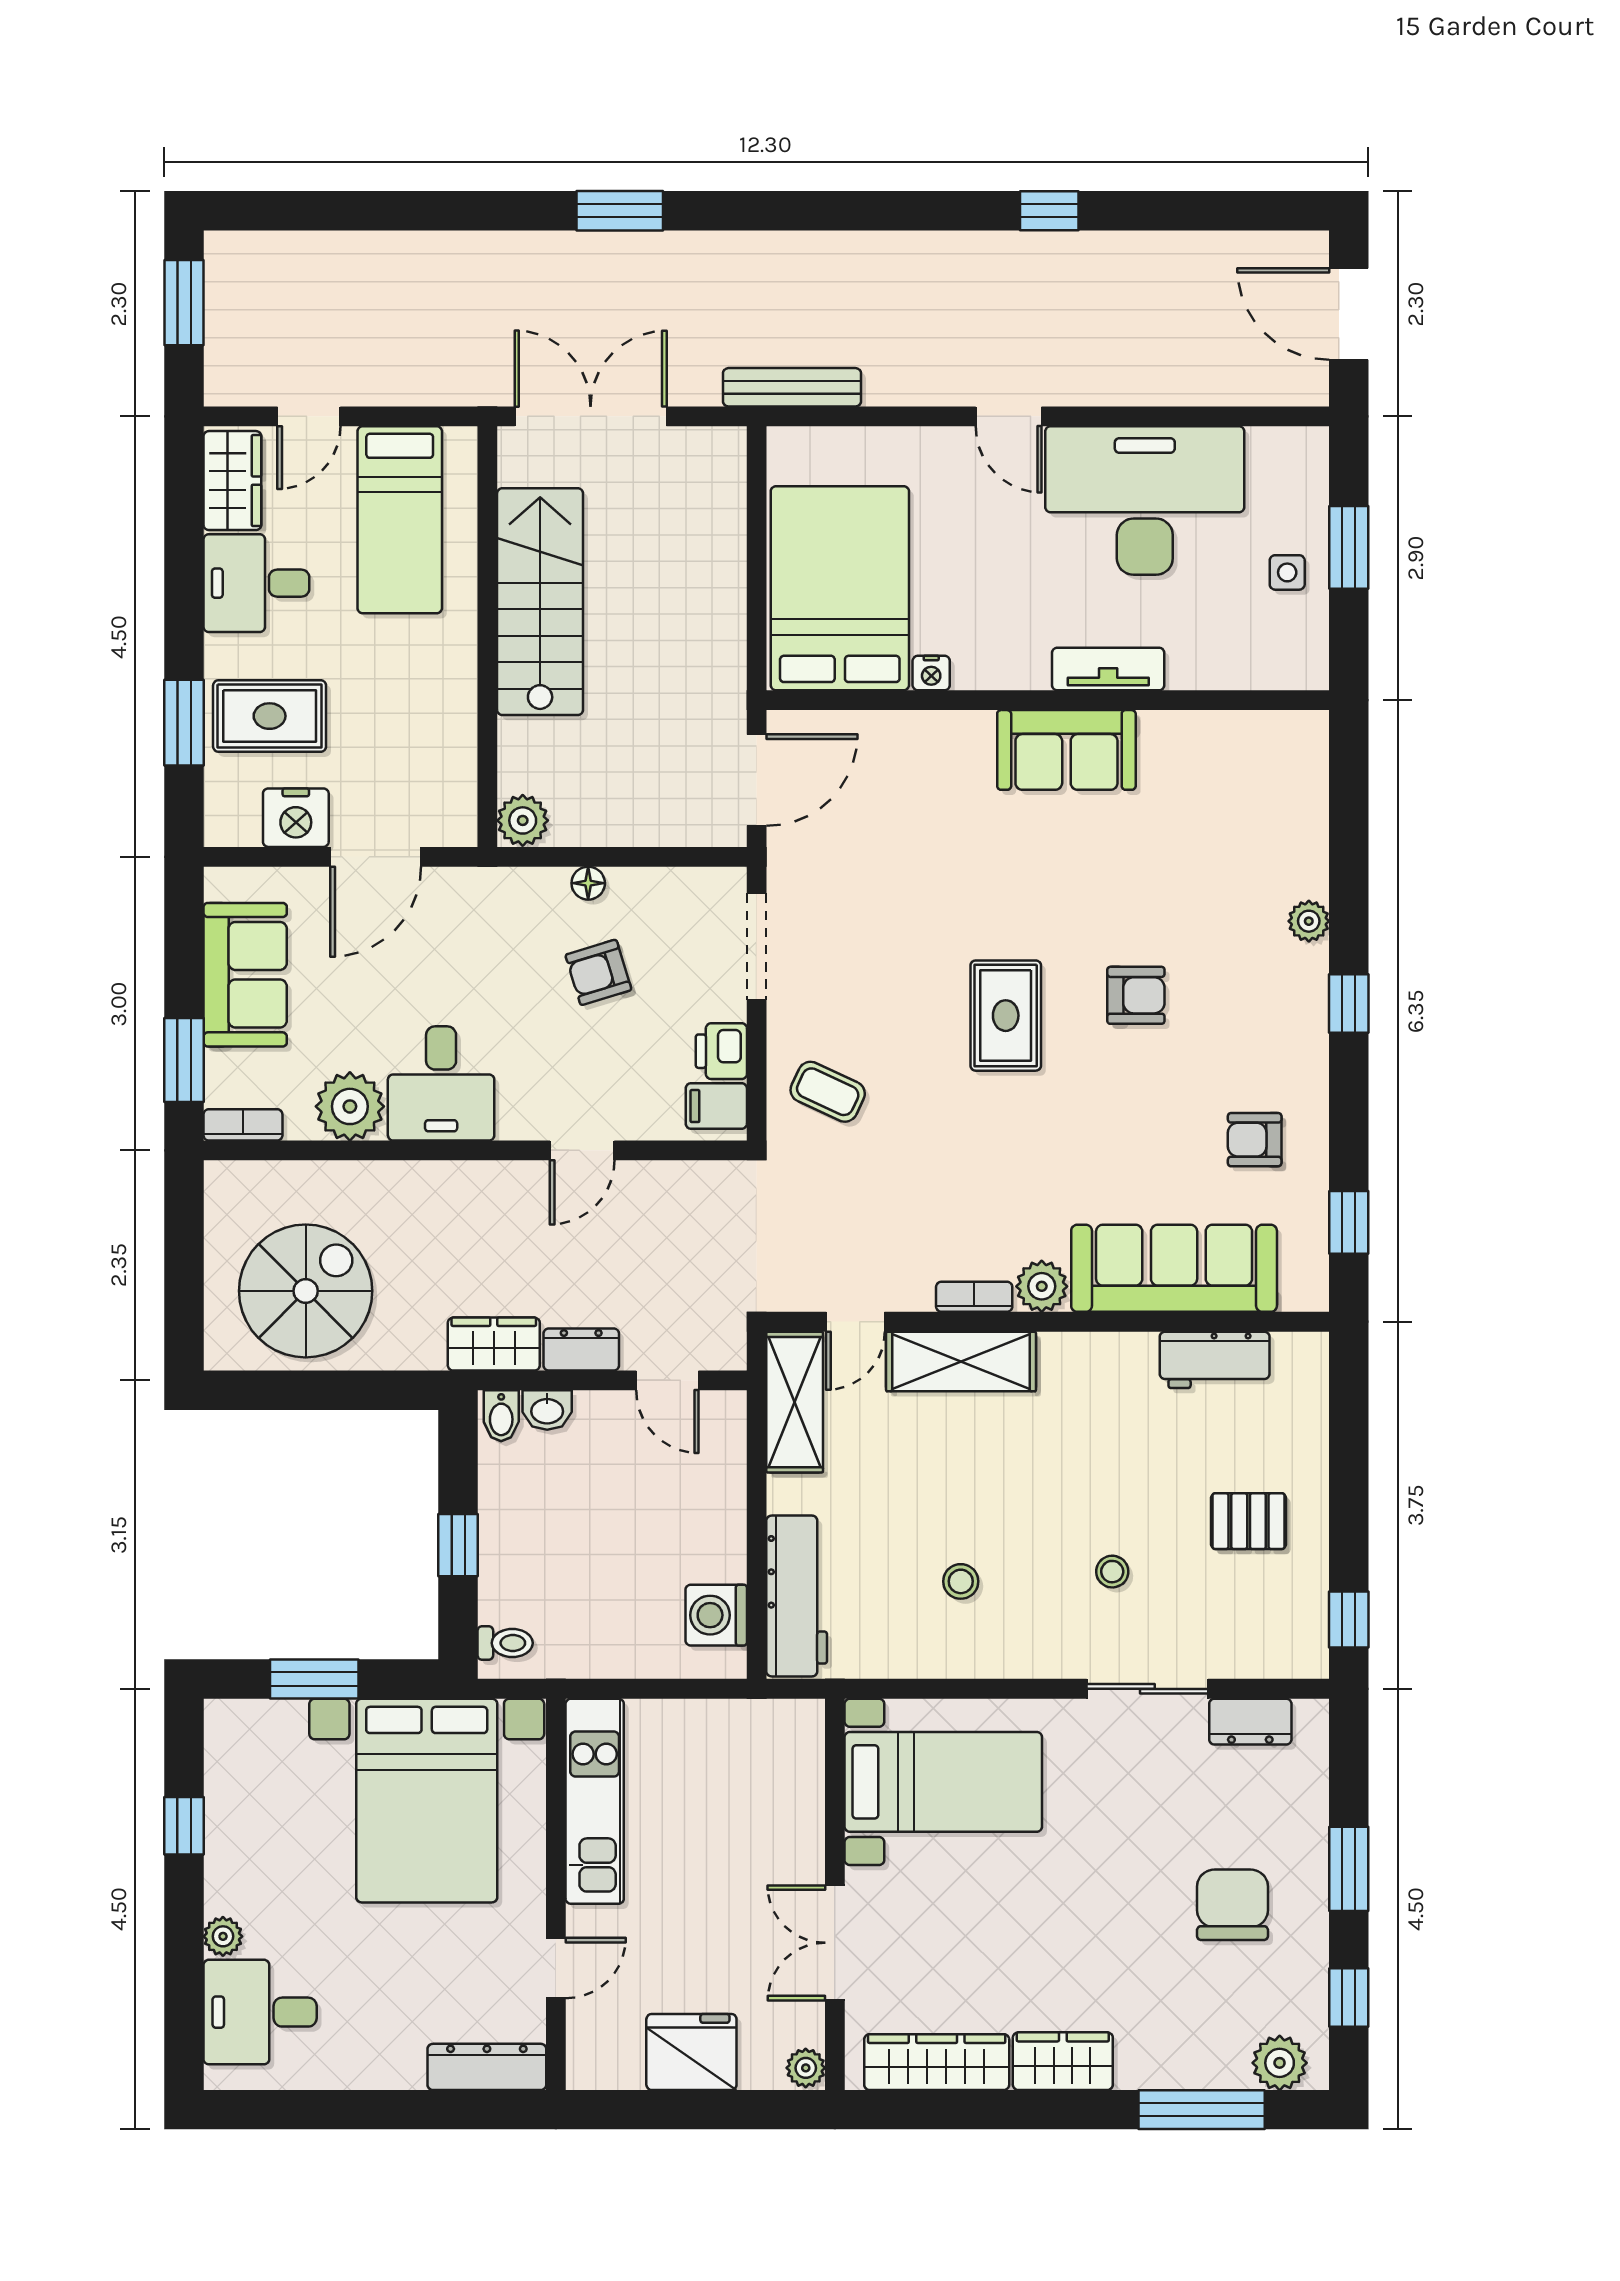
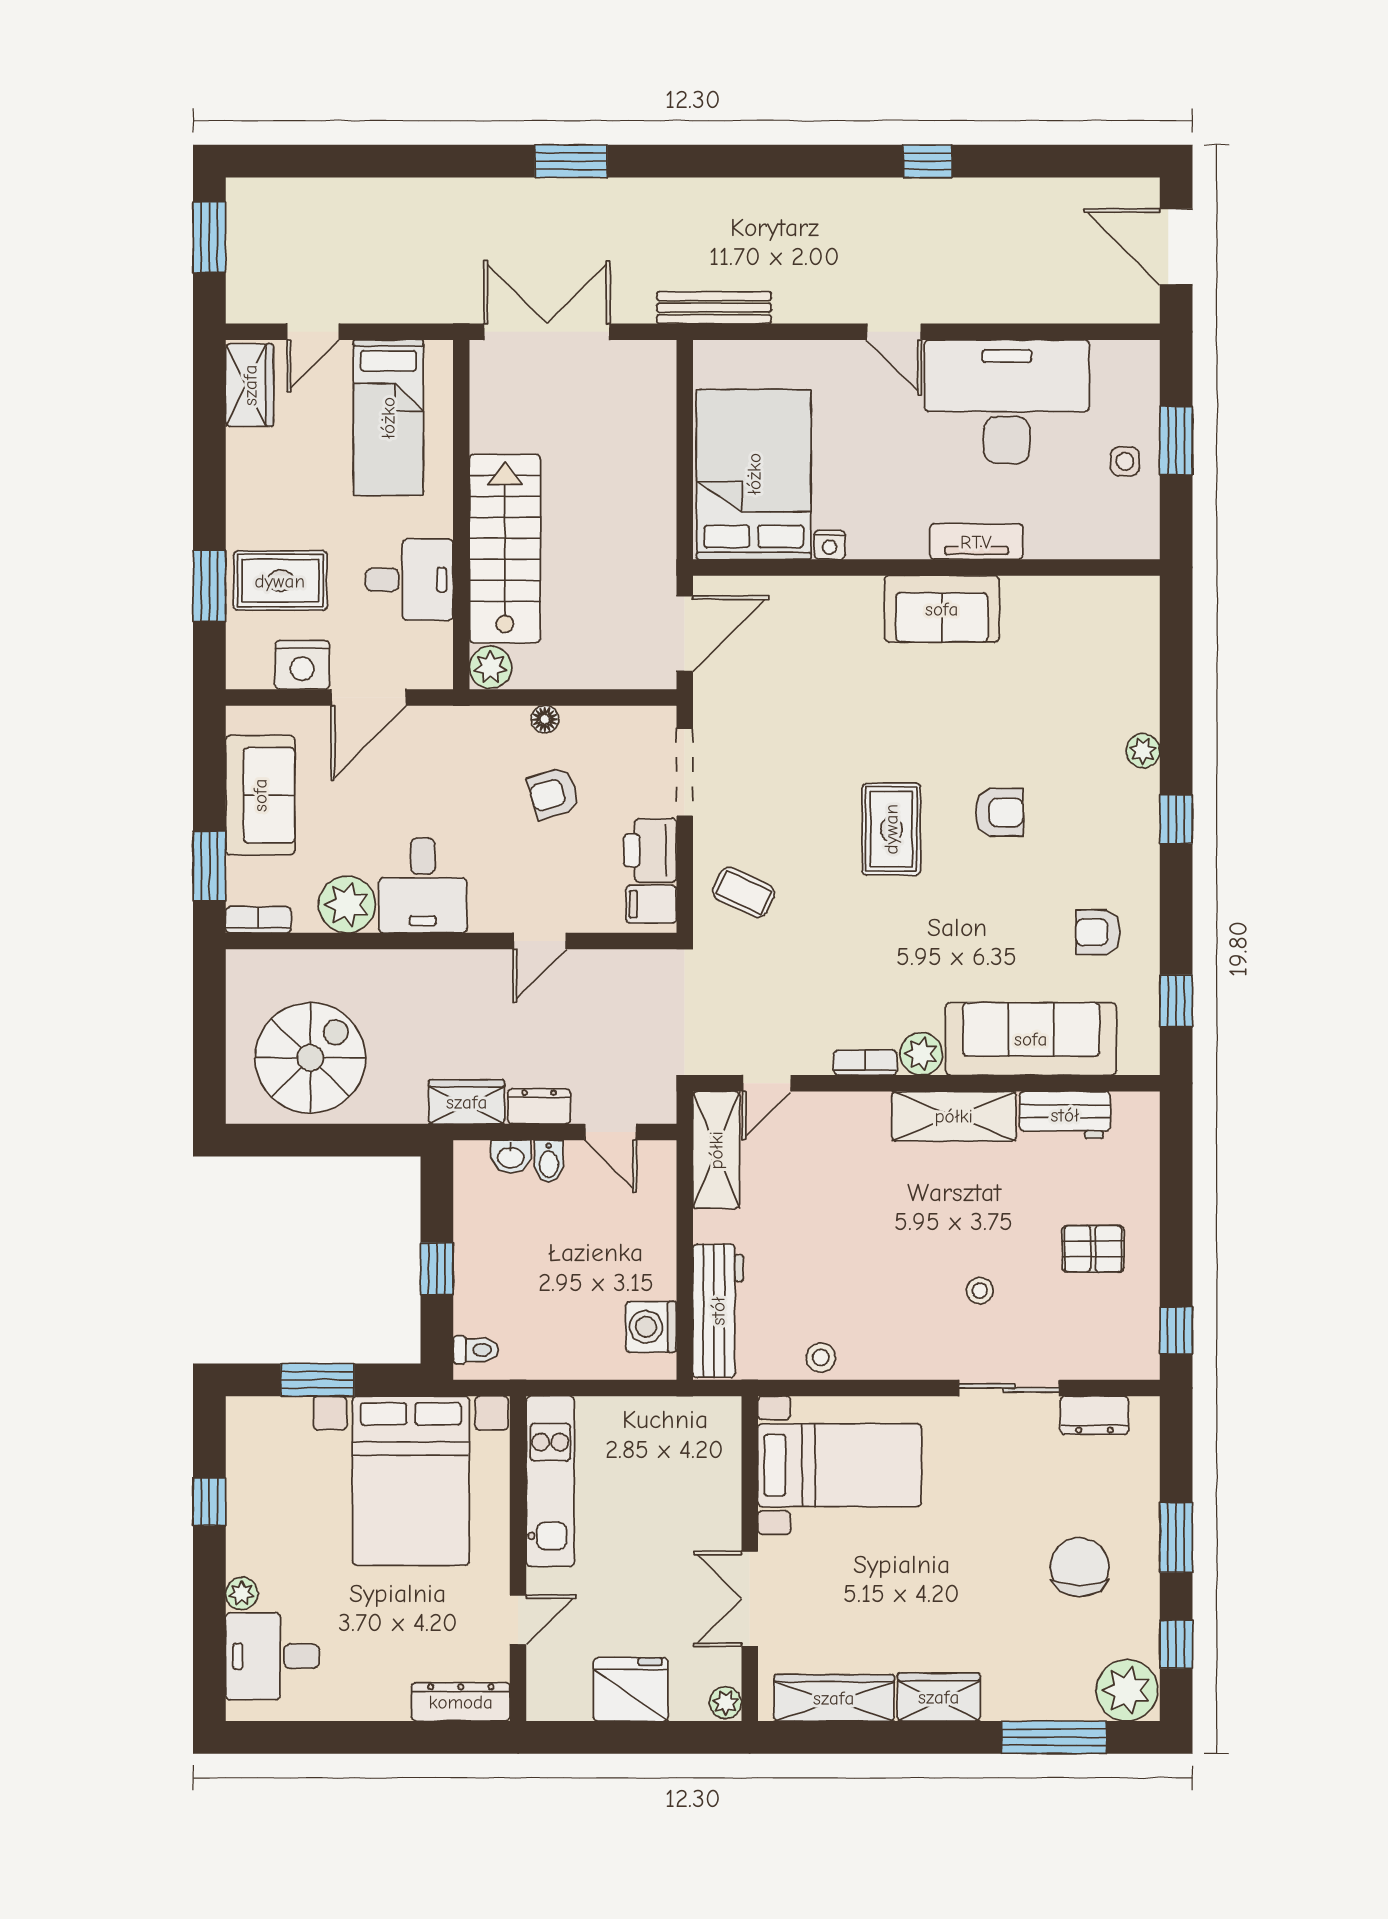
desk: (256, 583) -> (409, 580), moved, turned 180
stairs: (540, 602) -> (505, 549), moved
printer: (721, 1051) -> (650, 850), width x1.36, depth x1.24
shelving: (961, 1361) -> (954, 1116), moved
bidet: (501, 1416) -> (549, 1161), moved
stool: (961, 1581) -> (821, 1357), moved
plant: (1280, 2063) -> (1127, 1690), width x1.36, depth x1.36

